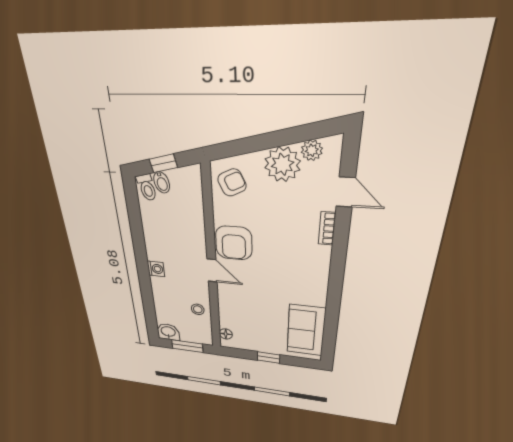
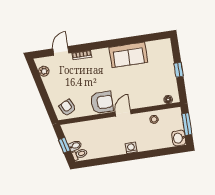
plant: (282, 164) -> (53, 84), removed
sofa: (306, 330) -> (128, 55), moved

